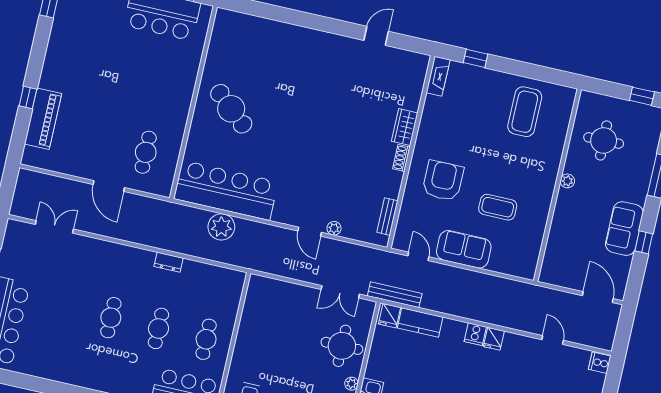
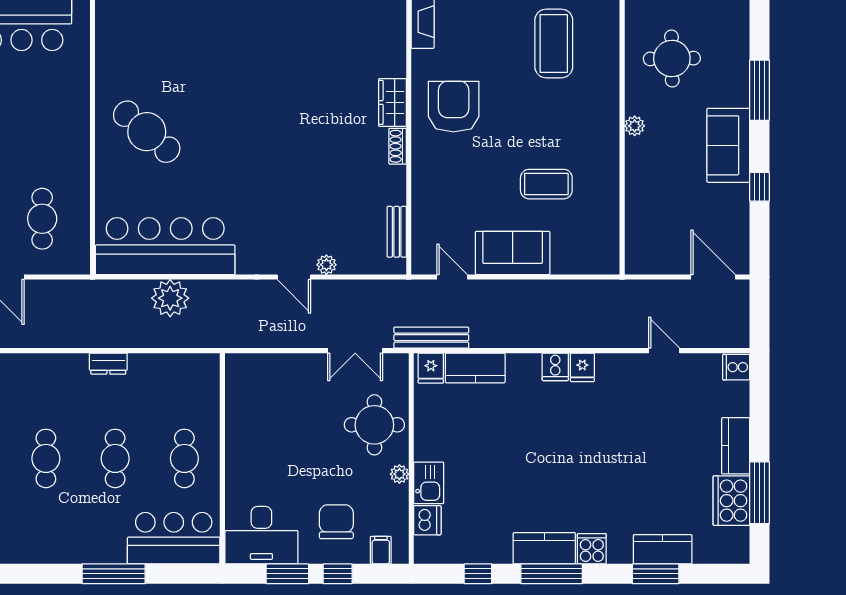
armchair: (443, 181) -> (454, 107), moved
sofa: (624, 229) -> (728, 145), moved

